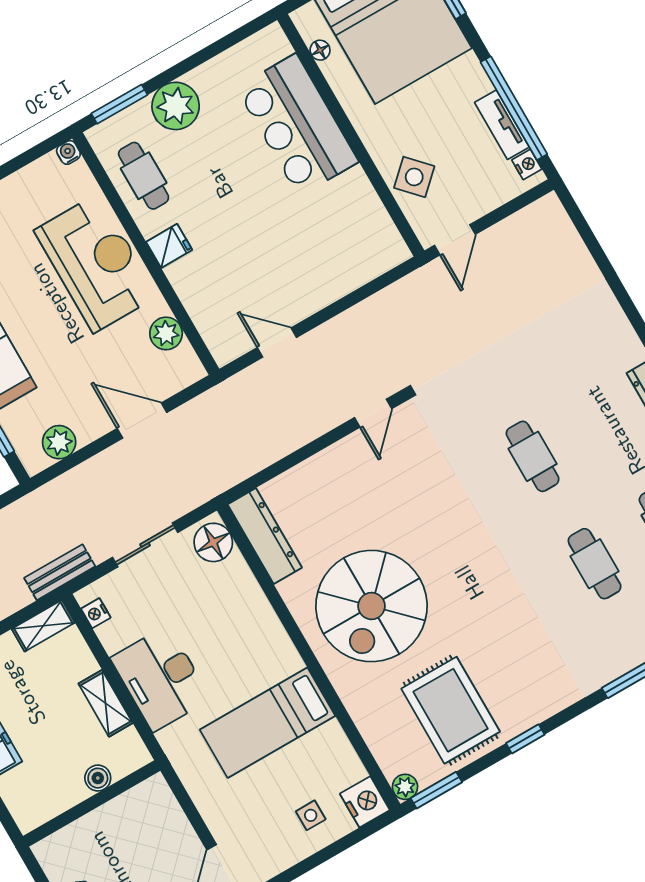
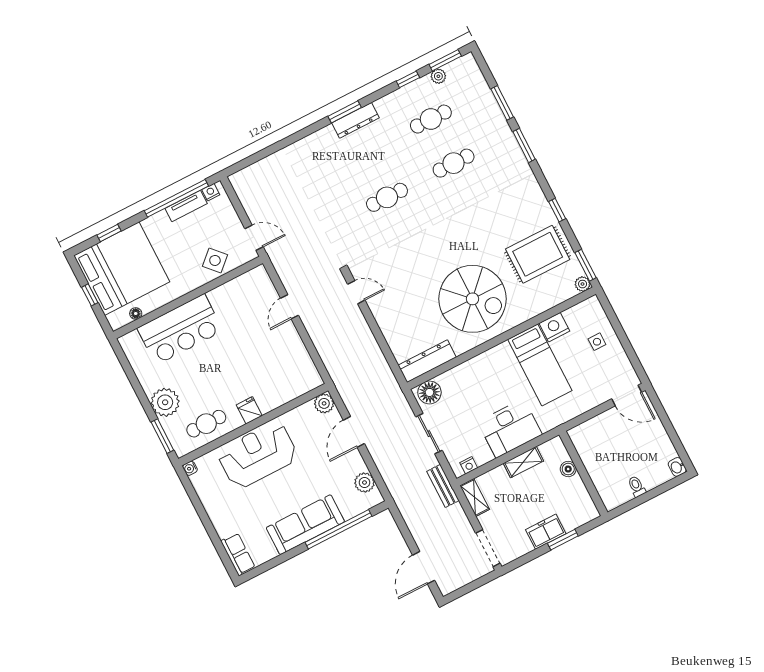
plant: (166, 333) -> (324, 403), moved
door: (277, 343) -> (290, 307), moved
nightstand: (365, 802) -> (554, 327), moved

